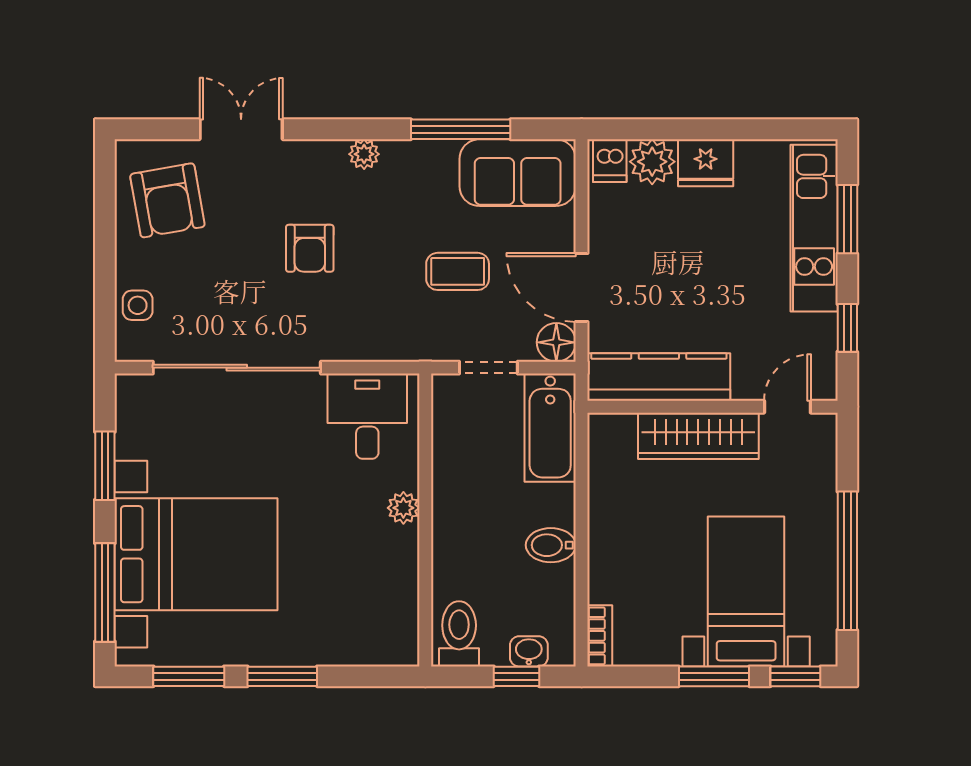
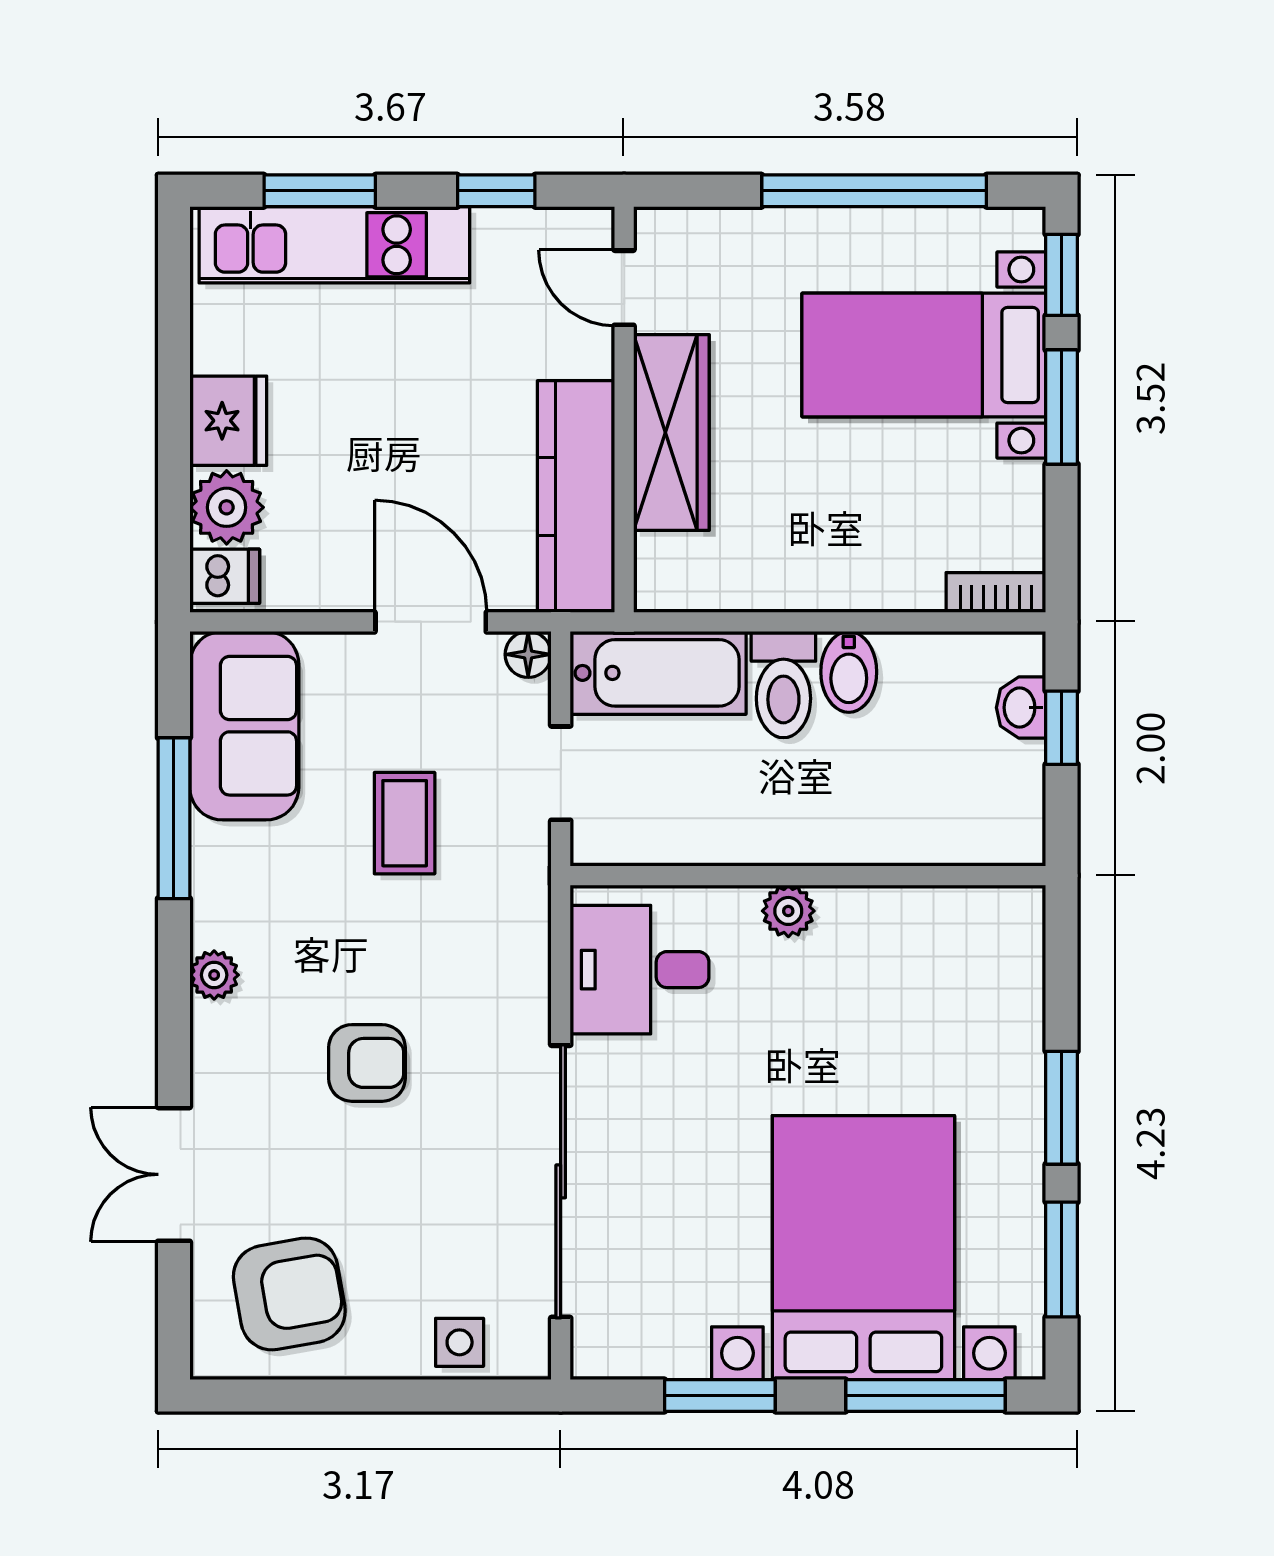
door: (582, 288) -> (431, 622), swing flipped
floor lamp: (556, 342) -> (528, 654), width x0.73, depth x0.73
toilet: (459, 634) -> (783, 685), moved, turned -90

